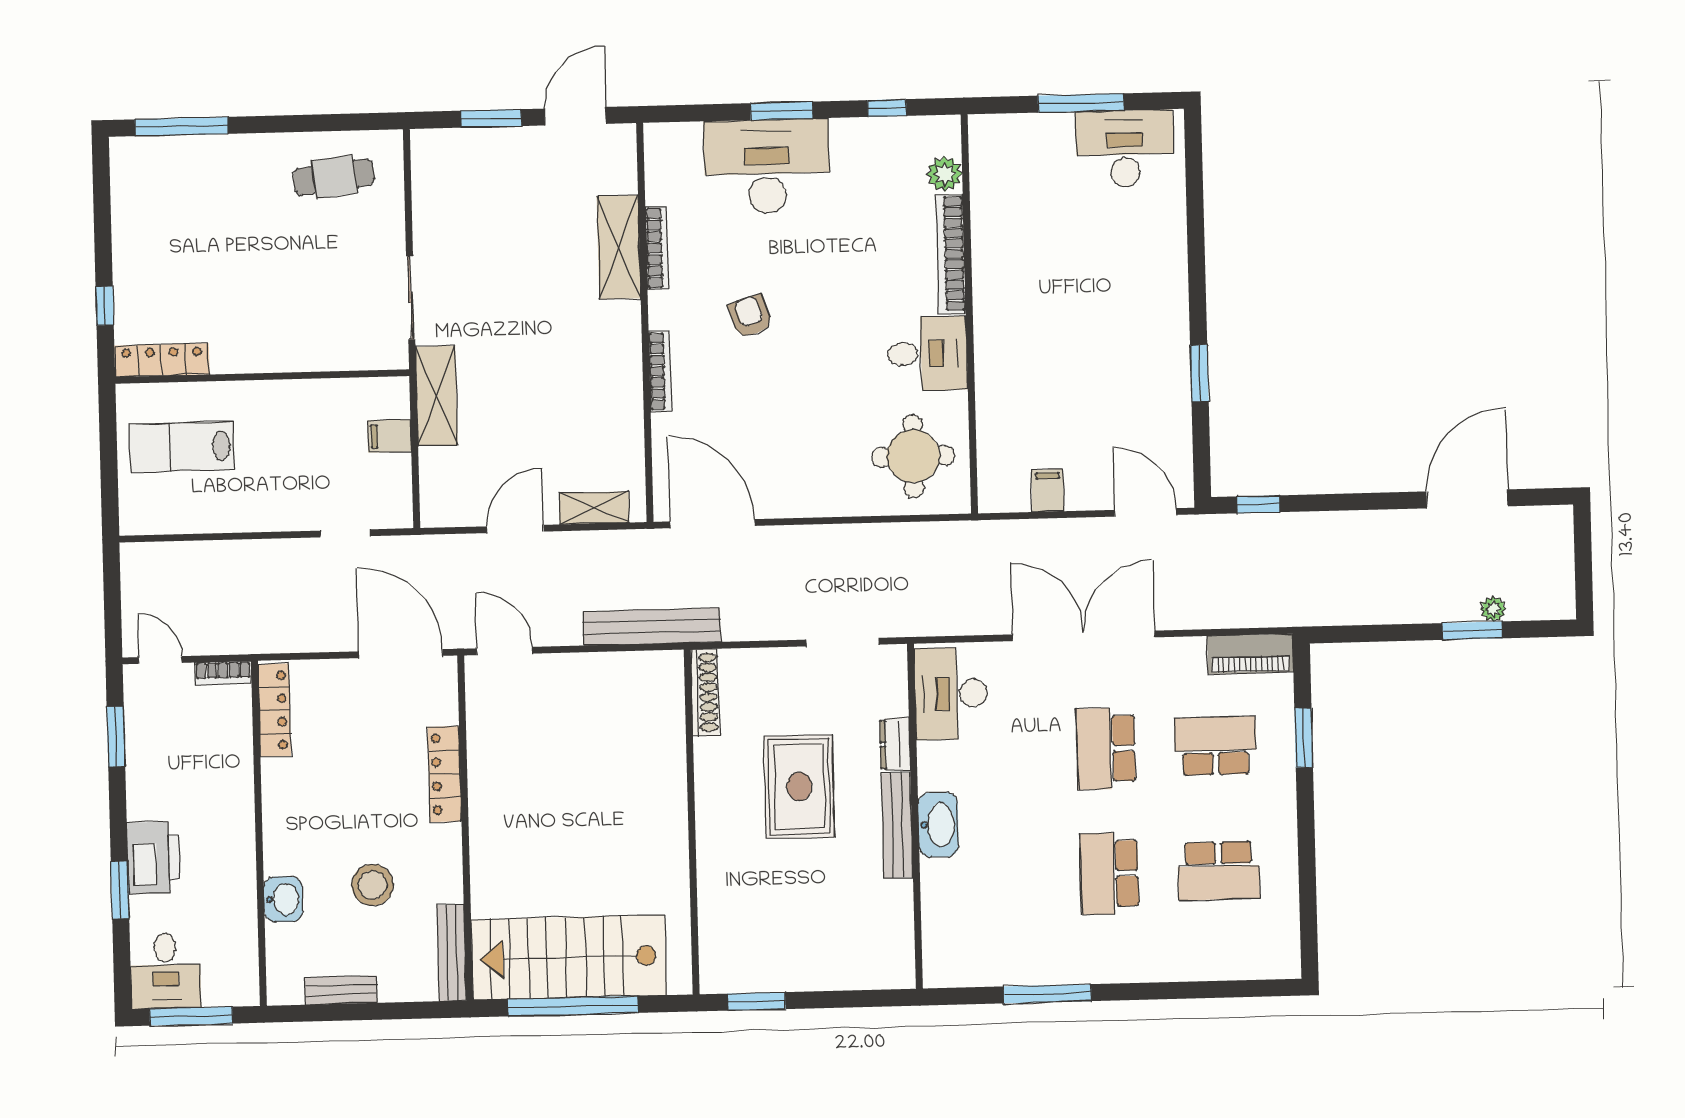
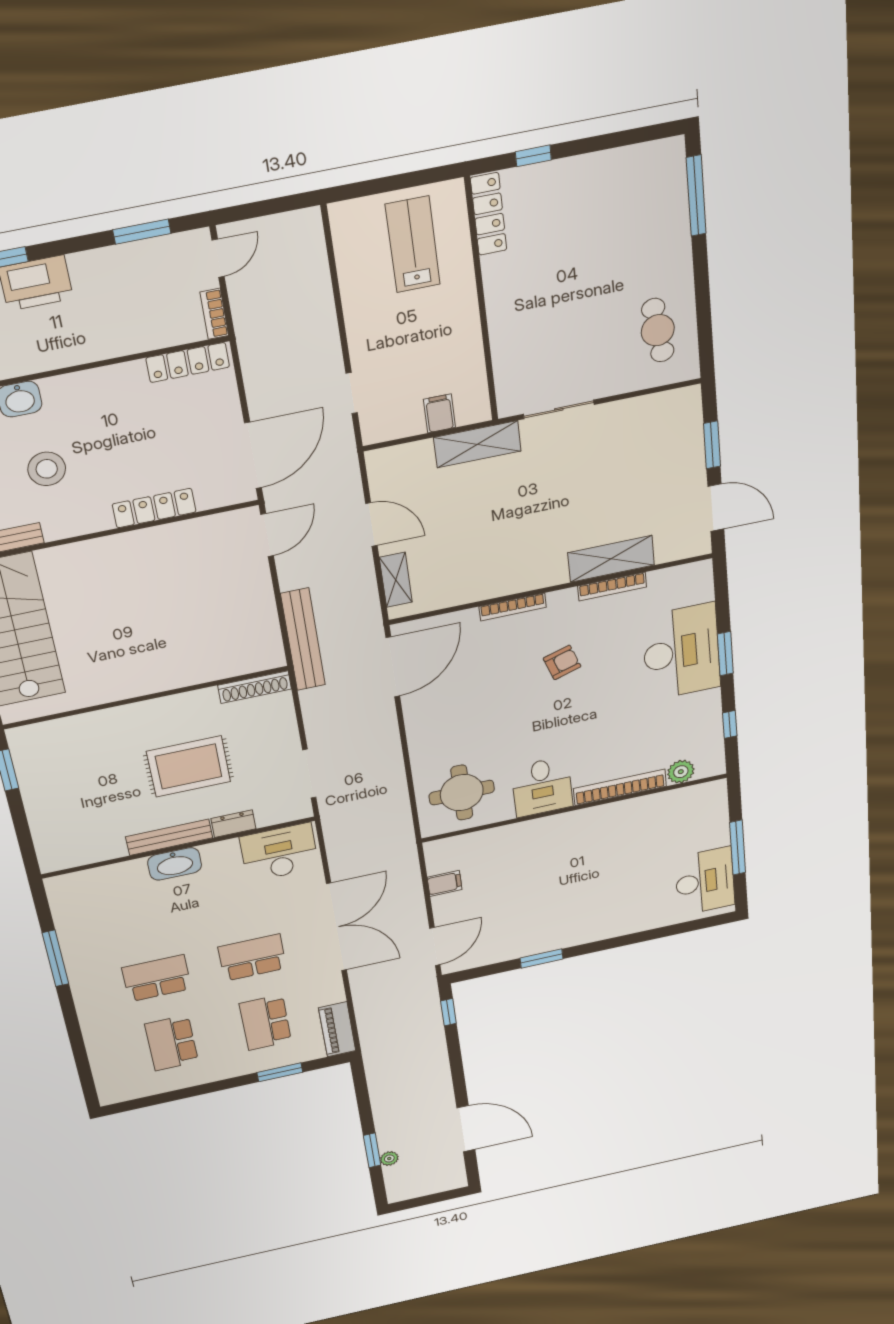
school desk: (1215, 746) -> (265, 1022), turned 180

